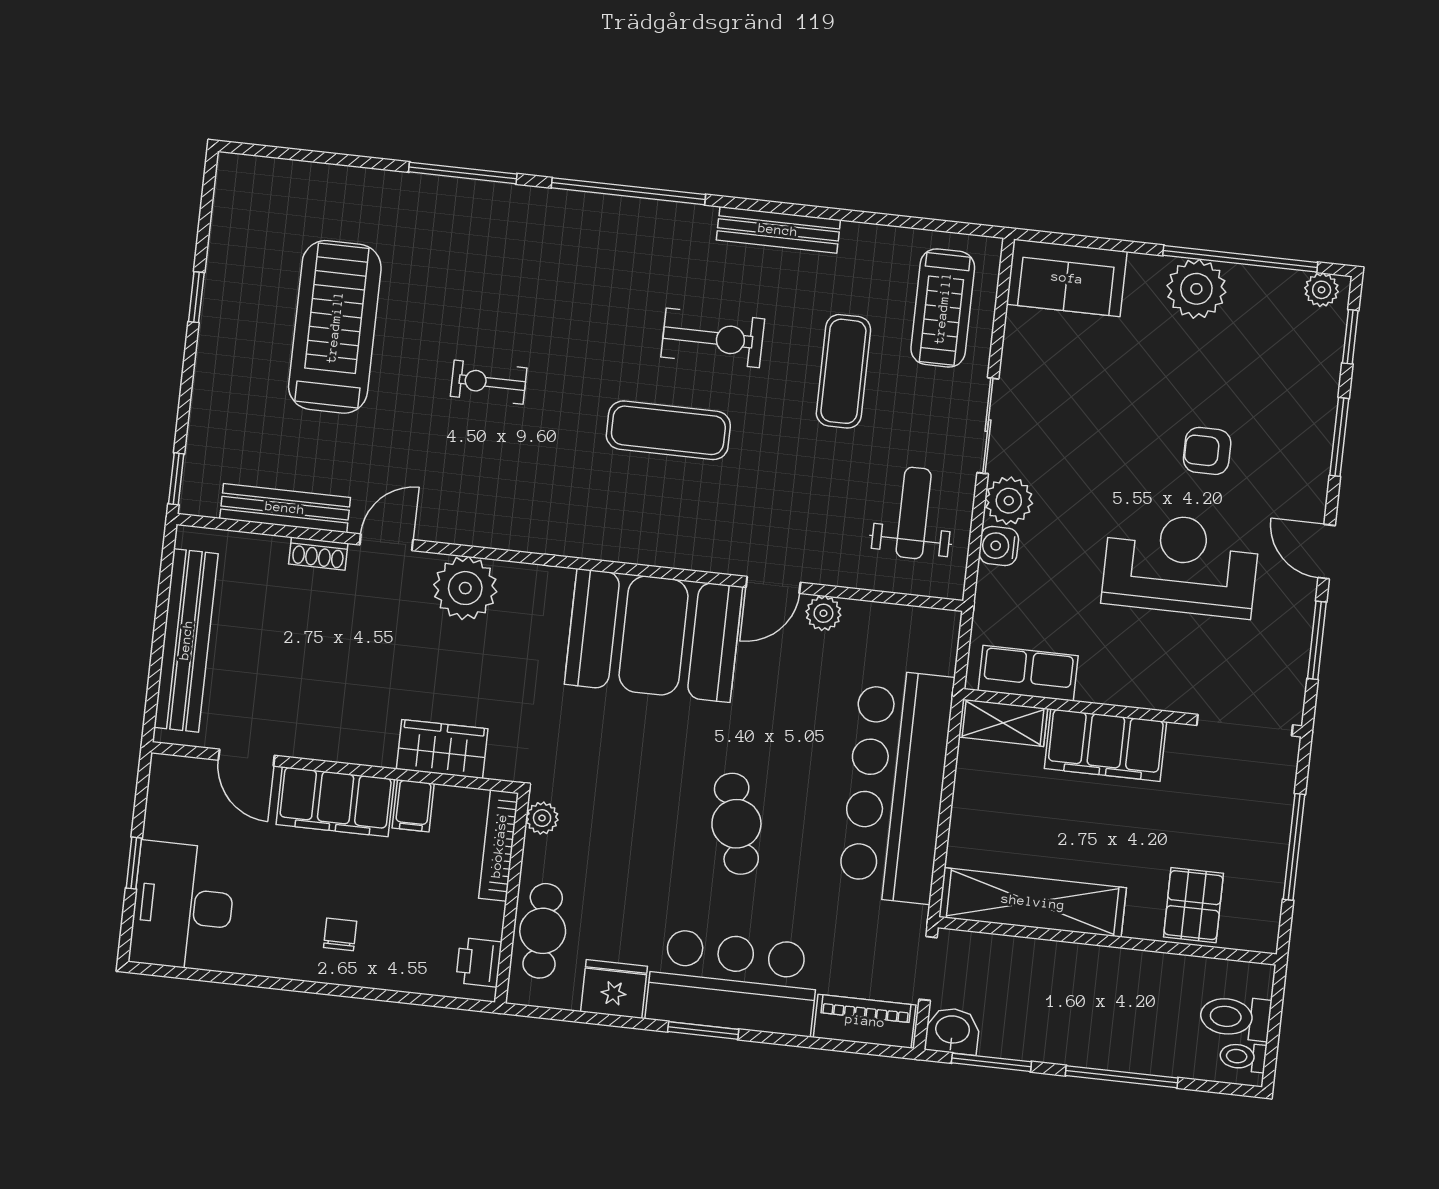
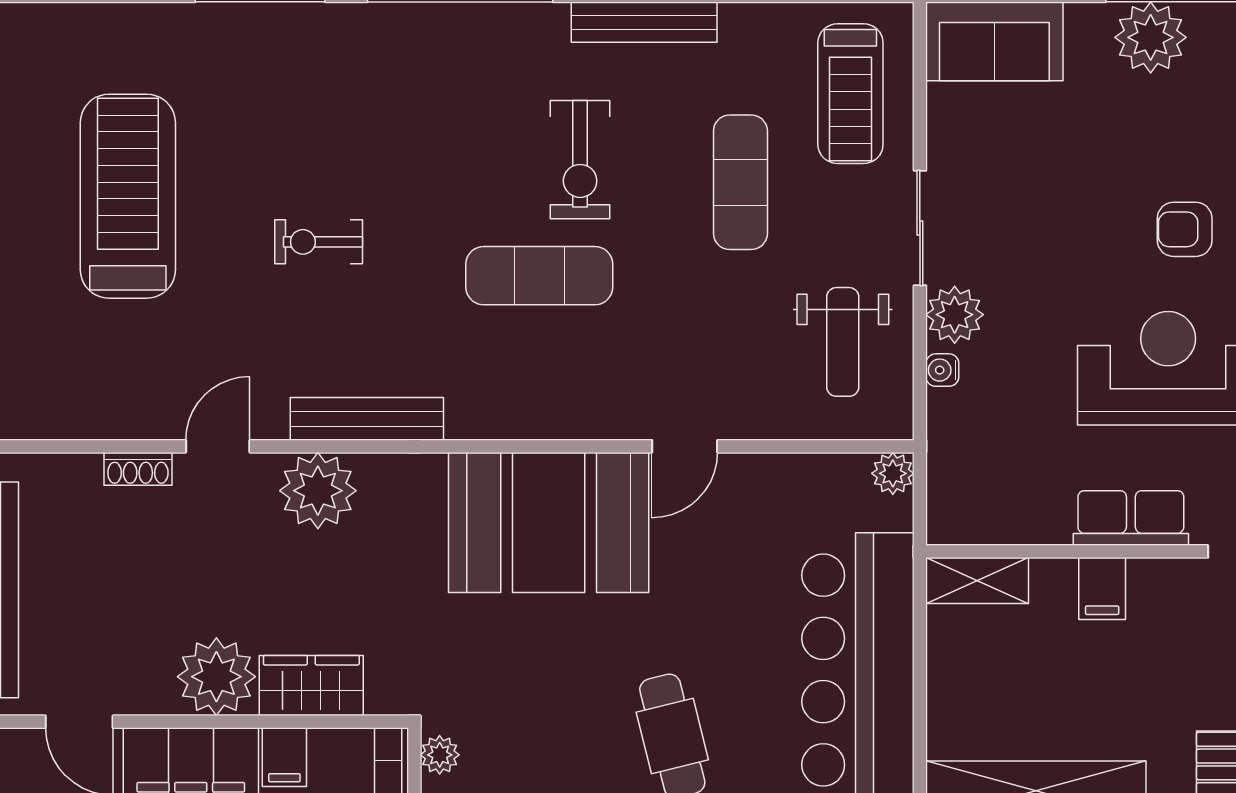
exercise bike: (713, 338) -> (580, 160), turned 90
bench: (285, 508) -> (367, 419), moved
weight bench: (914, 513) -> (843, 342), turned 180
water cooler: (999, 546) -> (942, 370), width x0.72, depth x0.72
plant: (823, 613) -> (893, 473), moved
row of seats: (1028, 673) -> (1131, 518), moved
plant: (364, 733) -> (216, 677), added
filing cabinet: (1105, 745) -> (1102, 588), width x0.33, depth x0.86

